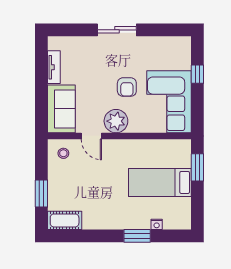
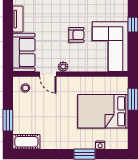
armchair: (127, 87) -> (76, 35), turned -90
plant: (116, 121) -> (63, 67), width x0.53, depth x0.53
bed: (160, 182) -> (103, 111), width x1.50

